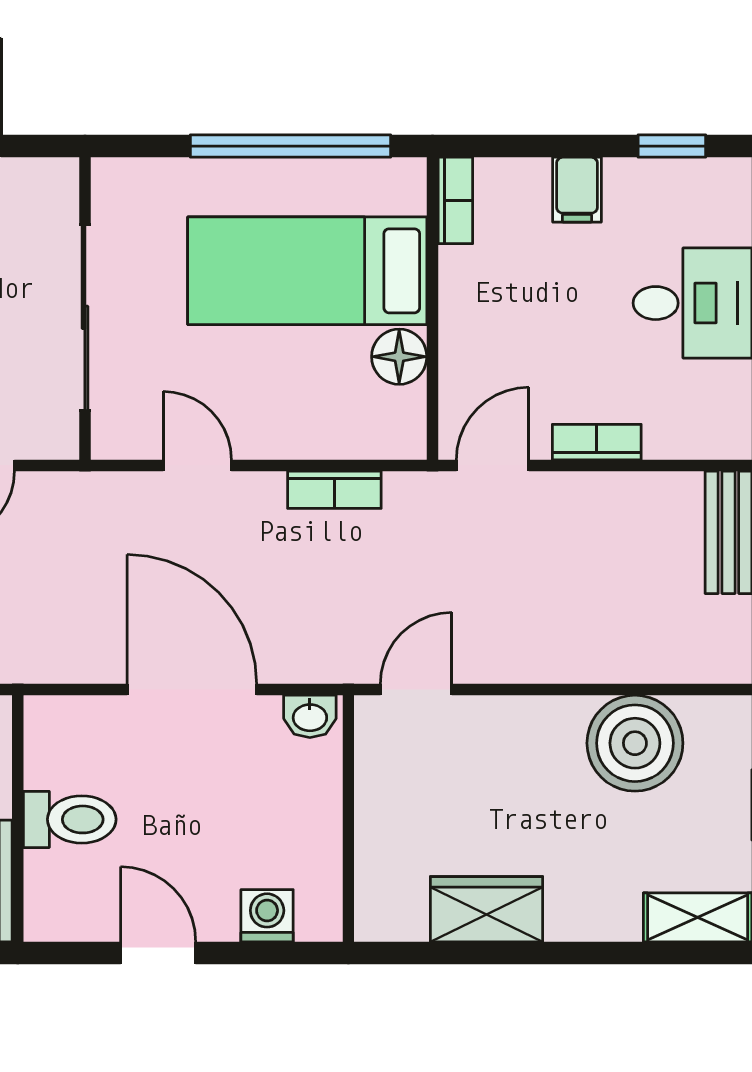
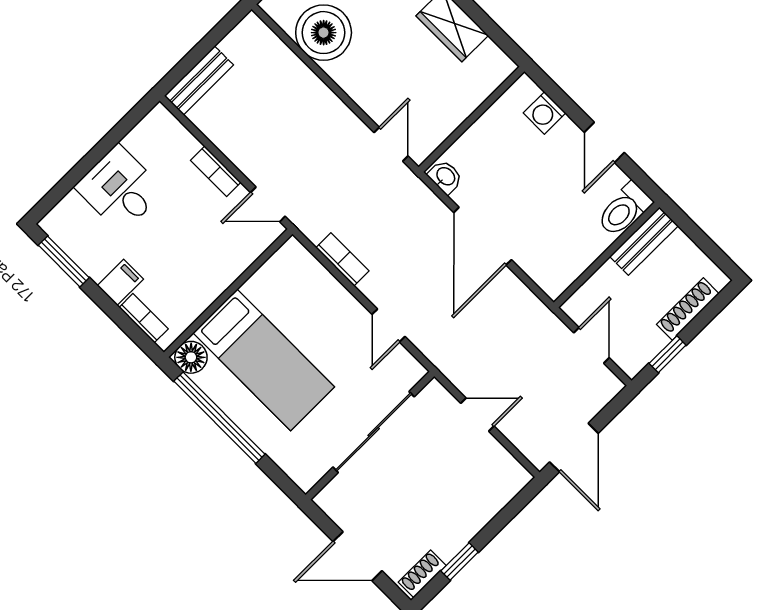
window: (672, 146) -> (64, 261), width x1.50
bookcase: (455, 200) -> (144, 318), moved, turned 90
floor lamp: (399, 357) -> (191, 357), moved
door: (416, 690) -> (391, 144), swing flipped
toilet: (70, 819) -> (624, 210), moved, turned -90

